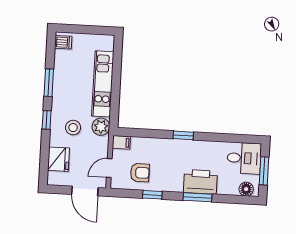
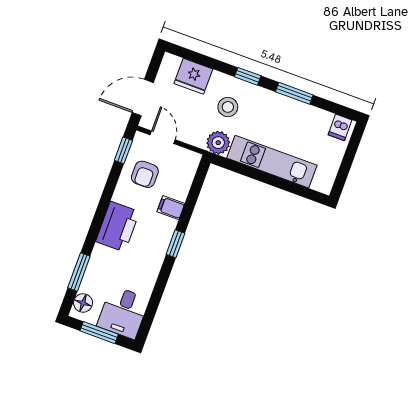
filing cabinet: (121, 142) -> (171, 208), moved, turned 90
printer: (200, 182) -> (118, 227), moved
window: (152, 195) -> (123, 150), moved
window: (197, 197) -> (79, 272), moved

